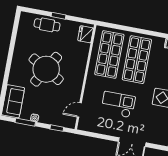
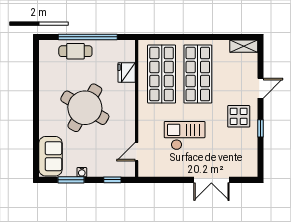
window: (58, 16) -> (88, 37), width x3.17
fridge: (86, 34) -> (127, 73), moved

